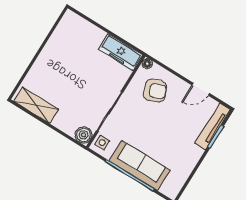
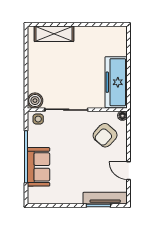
freezer: (121, 52) -> (116, 82), width x1.36, depth x1.26
armchair: (155, 91) -> (105, 135), turned 64
shelving: (36, 105) -> (54, 34), moved, turned 90
sofa: (140, 165) -> (38, 167), width x0.73

